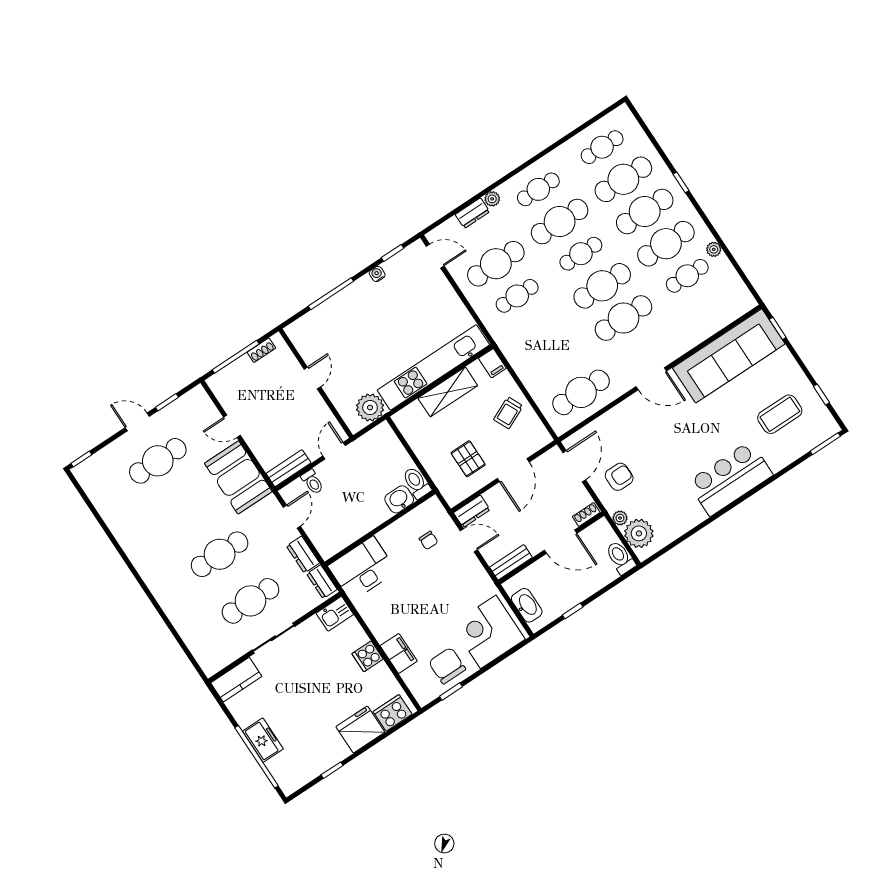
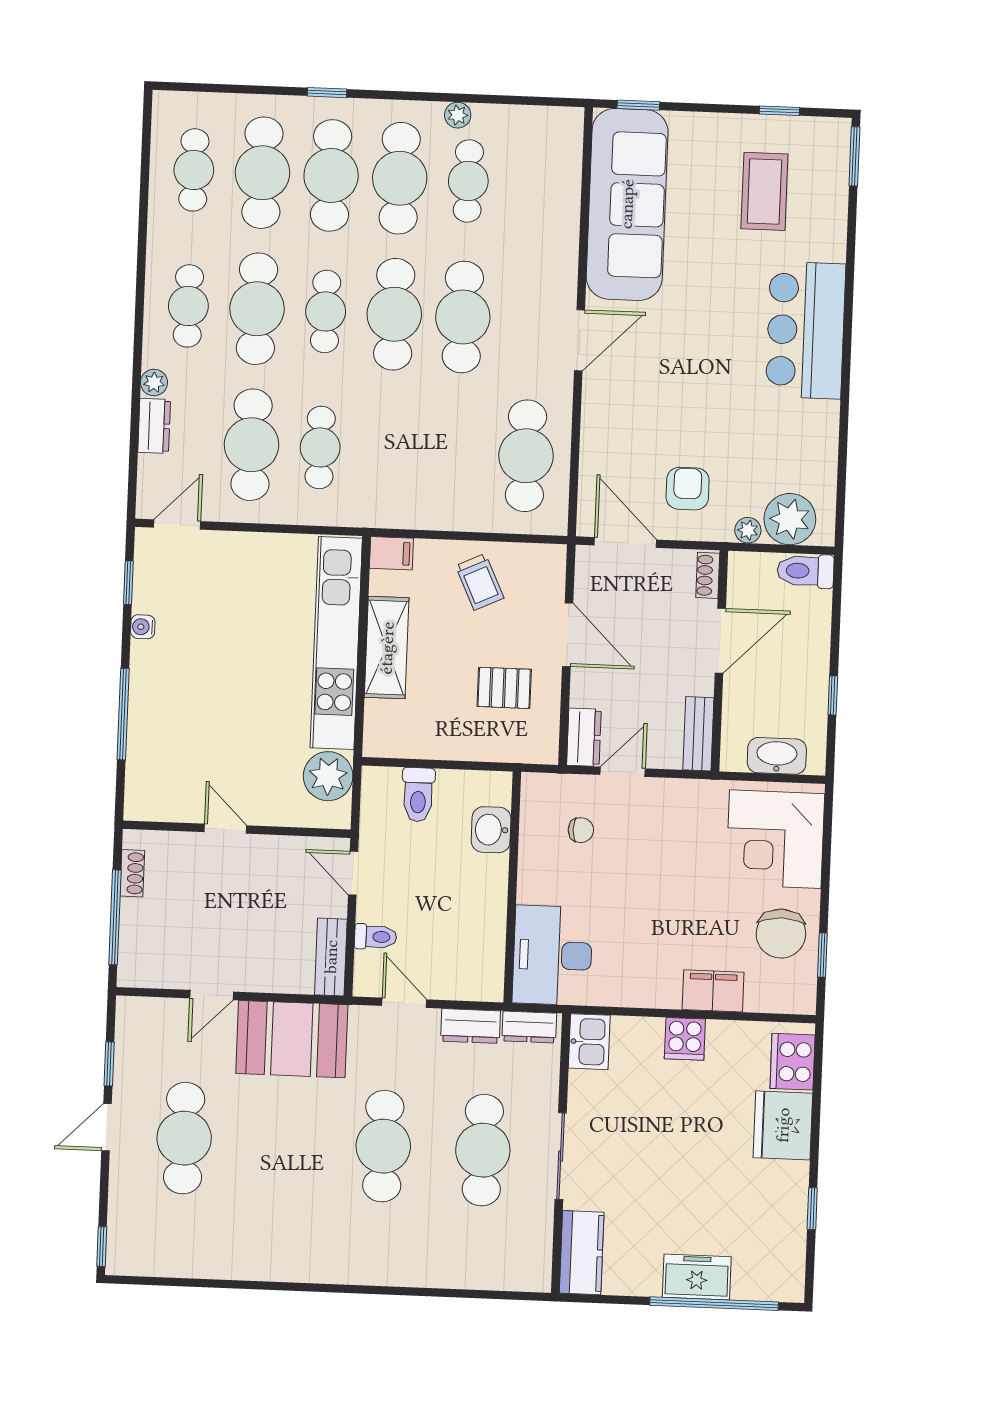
toilet: (417, 483) -> (418, 795), moved, turned -90
chair: (447, 666) -> (781, 934), turned -90

